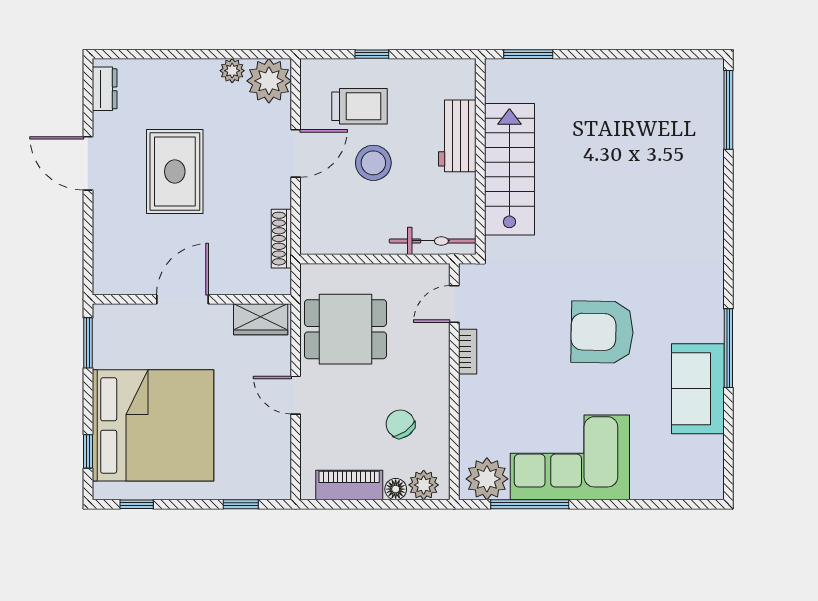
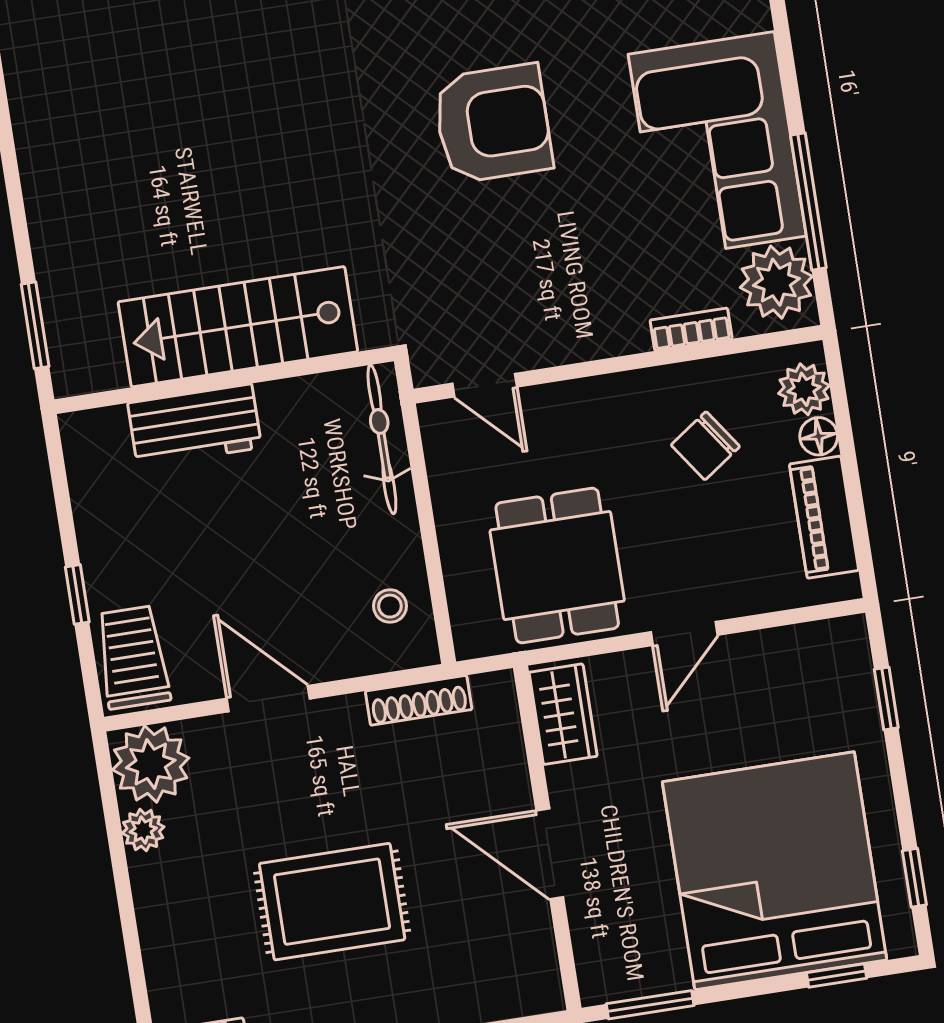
trolley: (360, 106) -> (133, 657), moved
stool: (373, 163) -> (390, 606), moved, width x0.53, depth x0.53
armchair: (602, 332) -> (493, 123), turned -91
bookcase: (468, 352) -> (691, 329), moved

